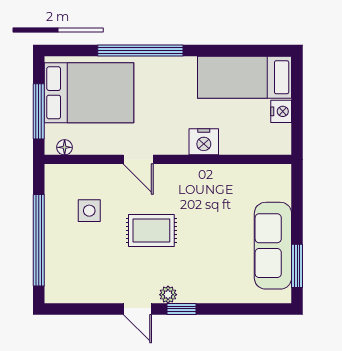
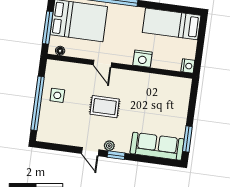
nightstand: (281, 111) -> (188, 66), moved
side table: (89, 211) -> (57, 95), moved
sofa: (273, 246) -> (157, 146), moved, turned 90

